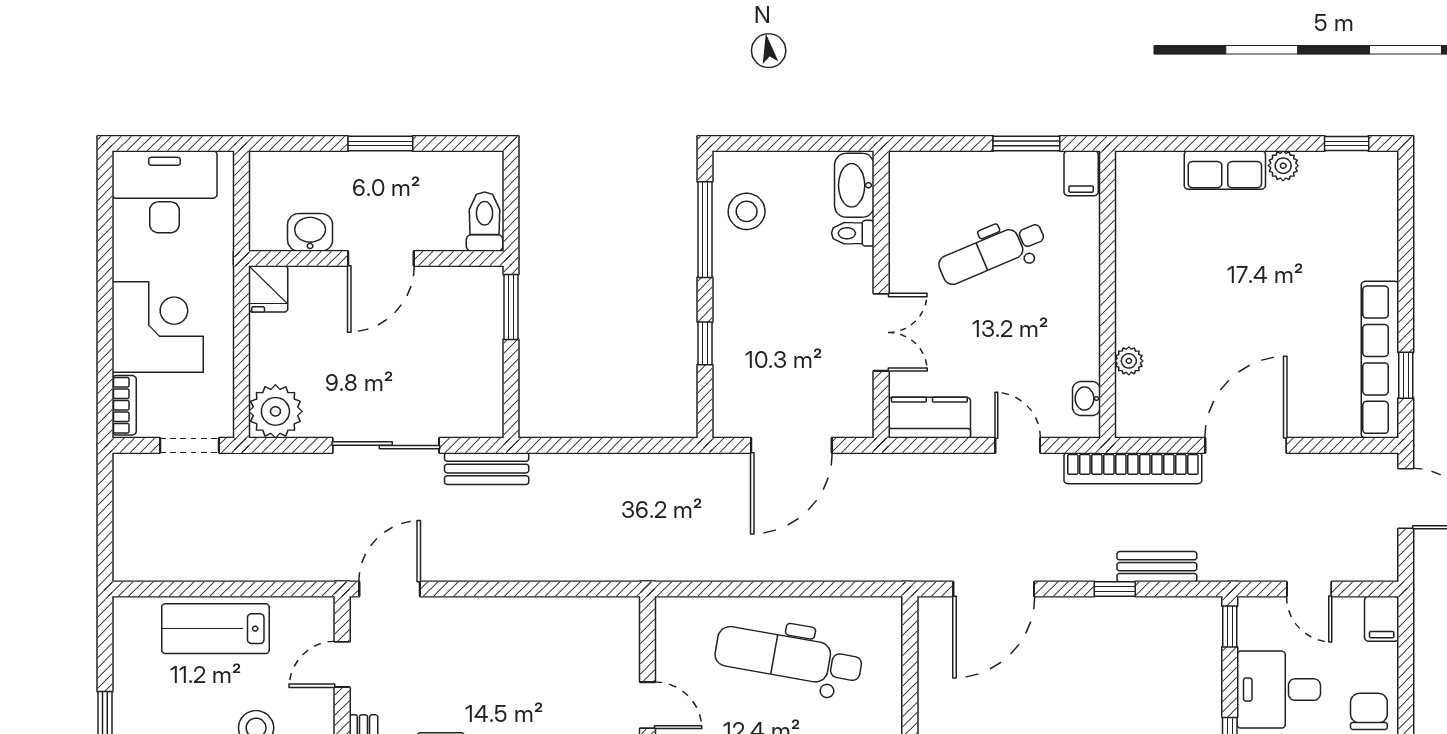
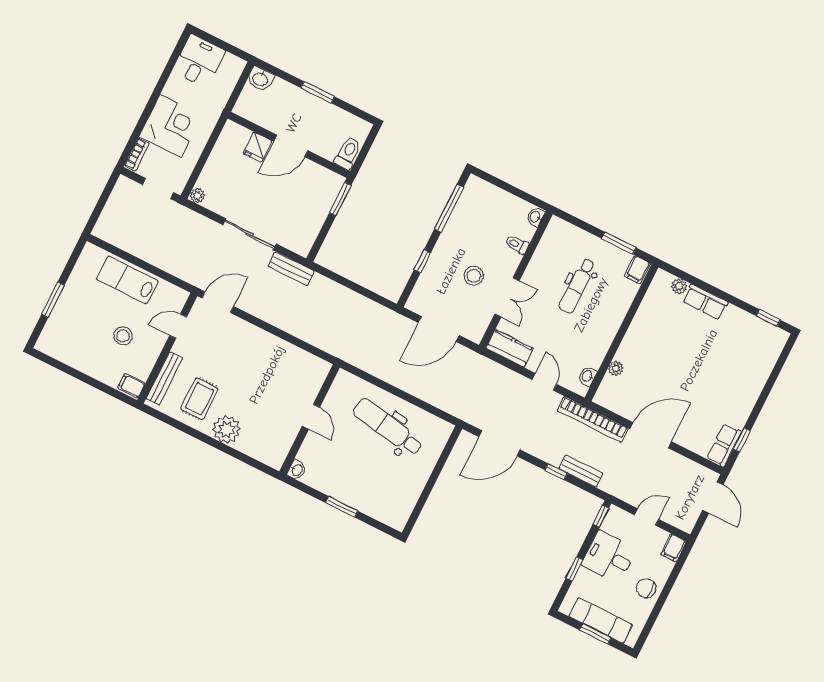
plant: (1283, 166) -> (679, 286), moved
washbasin: (854, 185) -> (535, 217), width x0.52, depth x0.69
desk: (164, 192) -> (199, 61), width x0.73
stool: (747, 211) -> (474, 276), moved
washbasin: (310, 232) -> (260, 79), moved, turned 180
dental chair: (992, 252) -> (577, 286), turned -67
fridge: (268, 289) -> (257, 147), moved
row of seats: (1380, 360) -> (724, 445), width x0.50
plant: (275, 411) -> (197, 196), width x0.53, depth x0.53
door: (1309, 589) -> (647, 517), swing flipped
chair: (1369, 711) -> (646, 588), turned -90

